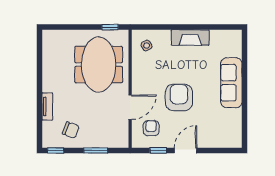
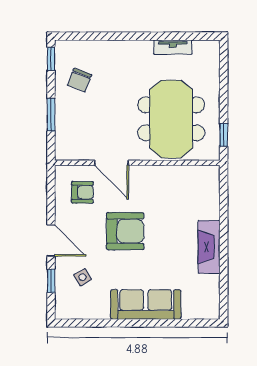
side table: (147, 46) -> (83, 277), moved
meeting table: (99, 65) -> (171, 119), turned 90
tv unit: (47, 106) -> (173, 47), moved
window: (158, 150) -> (51, 281), moved

